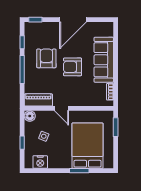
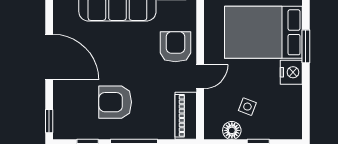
armchair: (73, 67) -> (175, 47), moved, turned 180
floor lamp: (30, 116) -> (232, 130), moved
nightstand: (40, 162) -> (291, 72), moved

